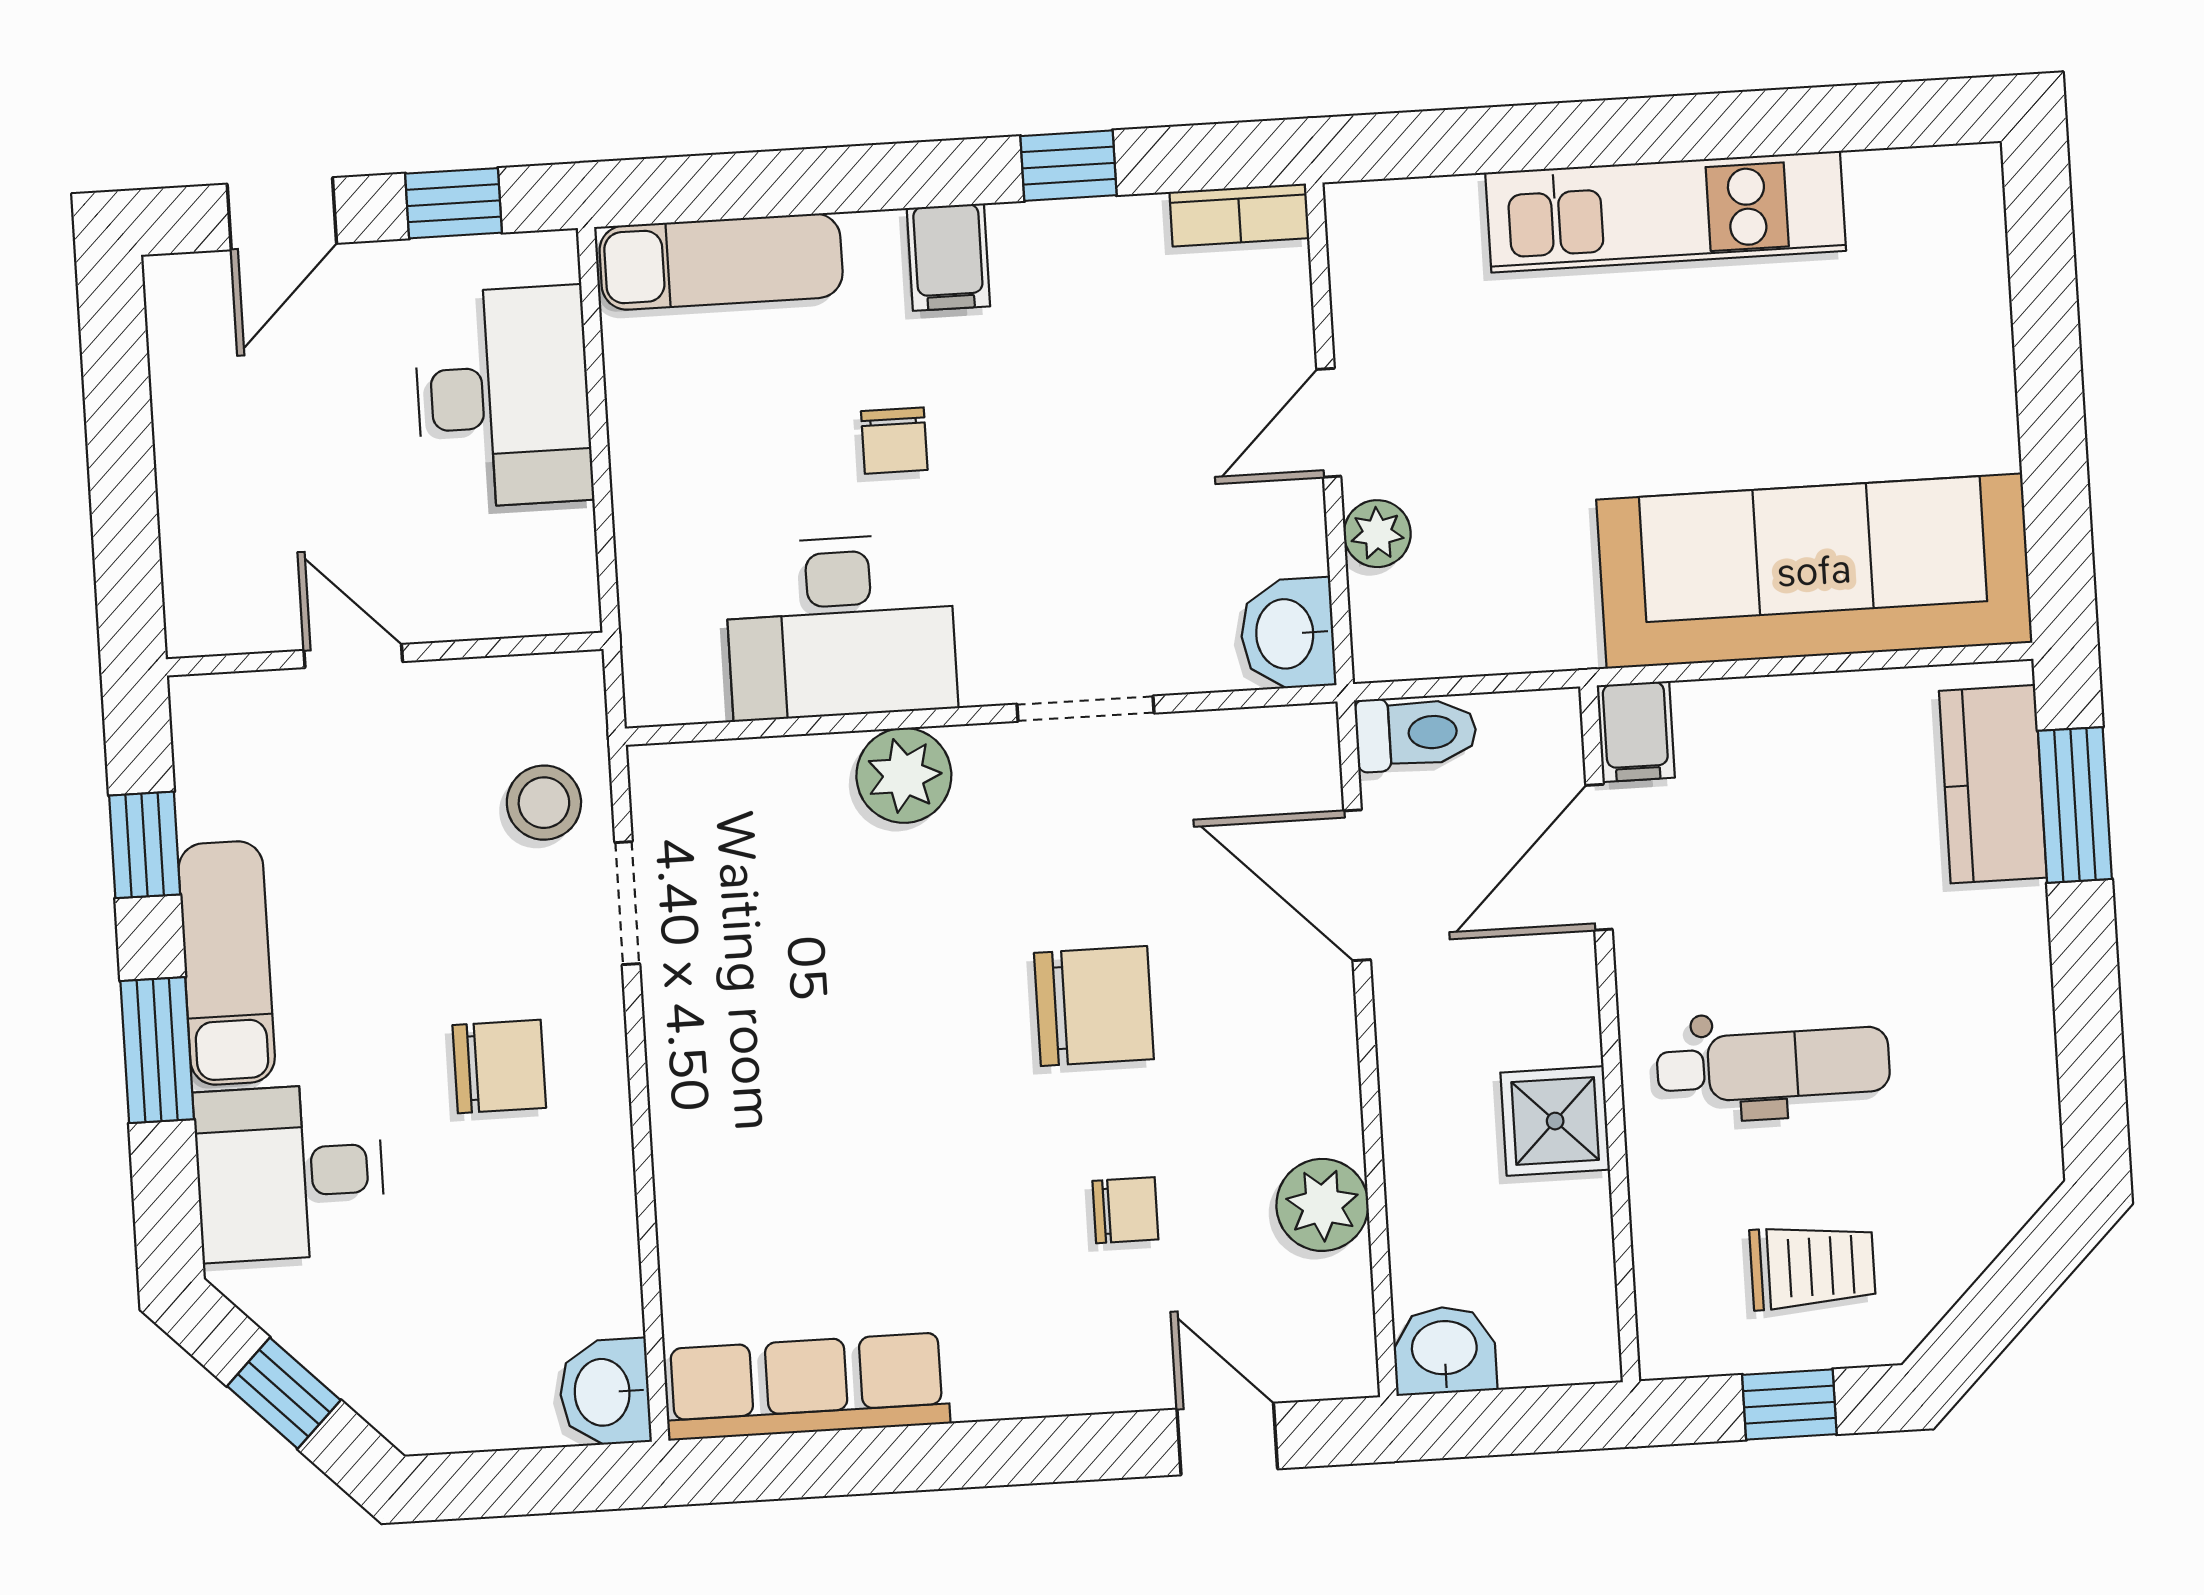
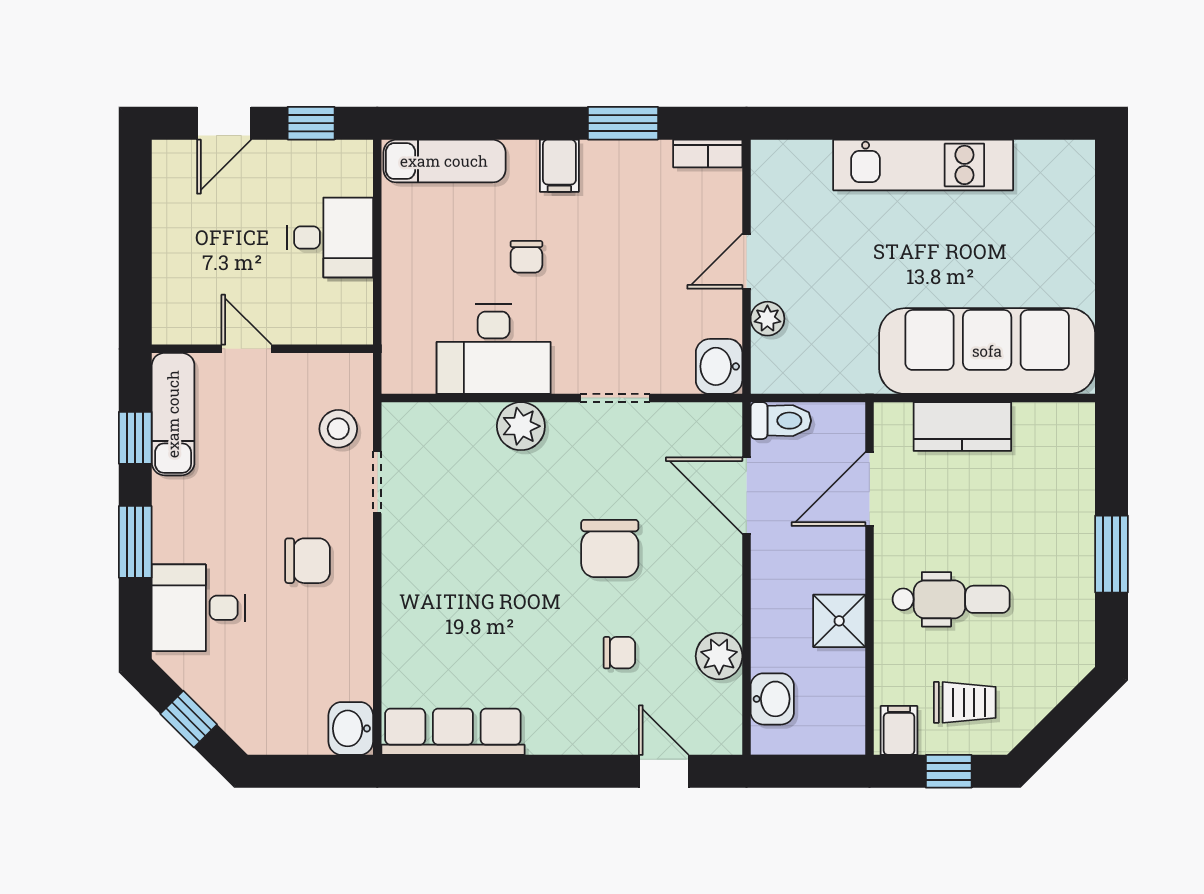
window: (1069, 166) -> (623, 123), width x1.50
desk: (503, 397) -> (330, 237), width x0.73
filing cabinet: (1636, 732) -> (899, 730), moved, turned 180
kitchen counter: (1993, 784) -> (962, 427), moved, turned -90
window: (2075, 805) -> (1112, 554), moved
exam couch: (227, 963) -> (173, 414), moved
chair: (1094, 1006) -> (610, 549), turned 90
washbasin: (1444, 1350) -> (772, 699), moved, turned 90

